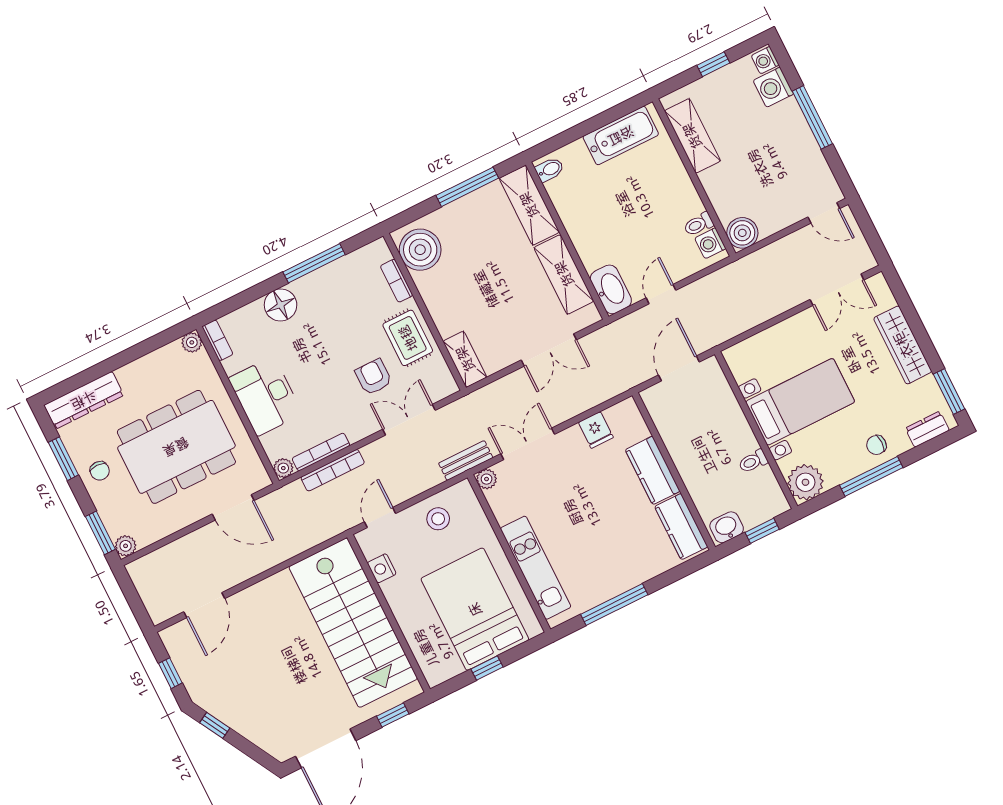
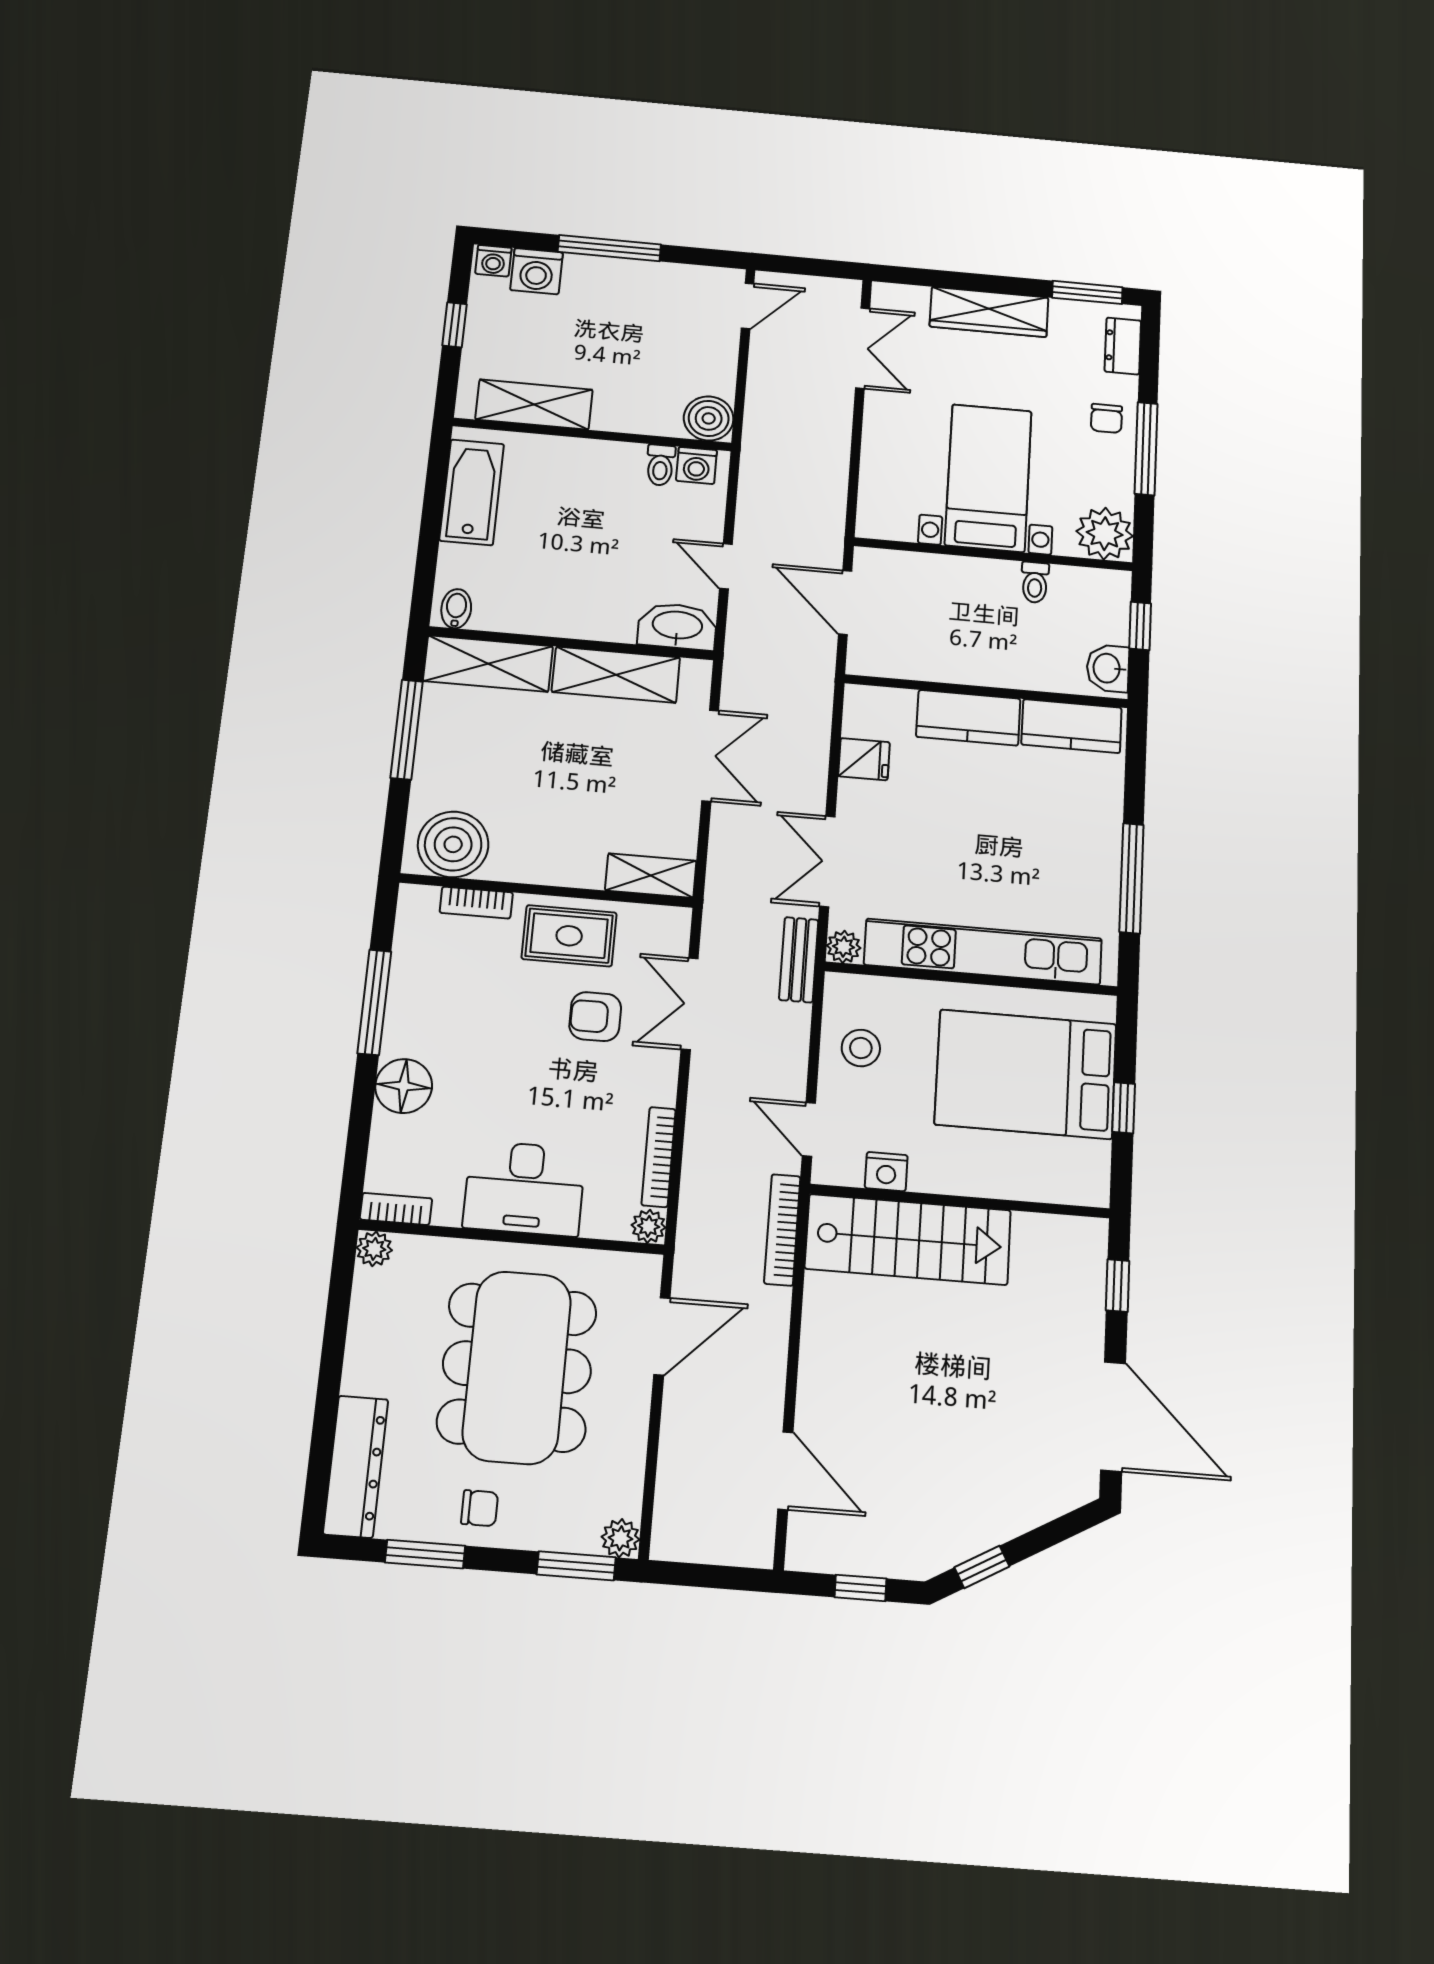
bookcase: (333, 470) -> (782, 1230), moved, turned 180
kitchen unit: (536, 568) -> (983, 952), width x1.36
stairs: (353, 623) -> (908, 1239), width x0.73, depth x0.66

